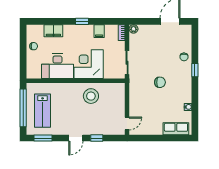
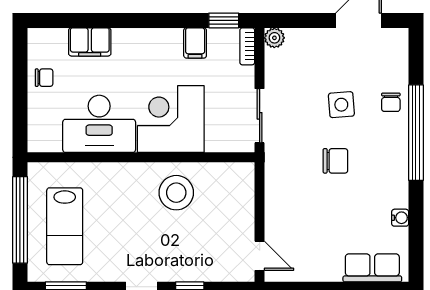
window: (82, 21) -> (224, 20), moved
side table: (163, 58) -> (341, 105), added
window: (195, 70) -> (416, 133), width x3.17
door: (127, 123) -> (260, 256), hinge flipped

